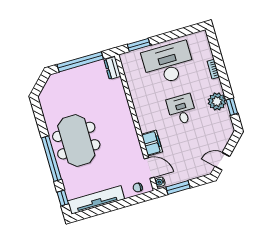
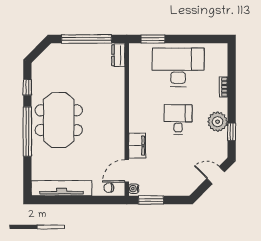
door: (222, 161) -> (216, 175), moved
door: (149, 168) -> (127, 171), swing flipped
window: (63, 198) -> (27, 87), moved

